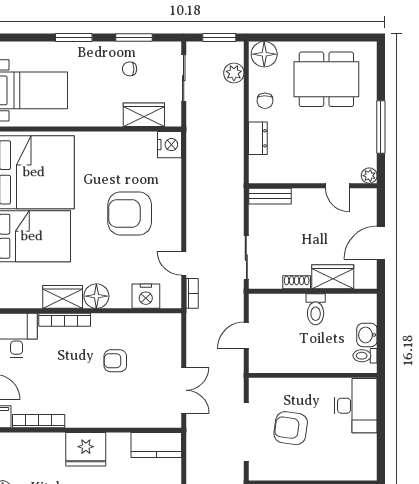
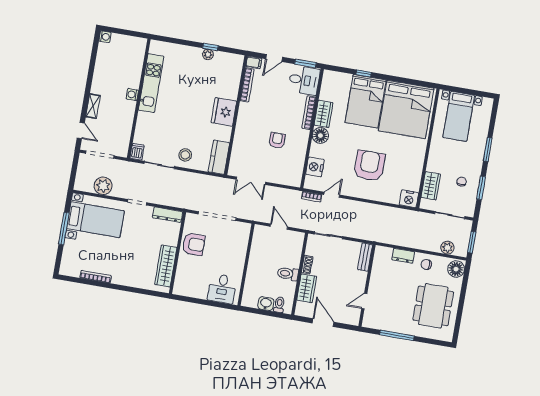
plant: (369, 176) -> (367, 323), removed
toilet: (365, 356) -> (279, 305), moved
desk: (356, 406) -> (222, 289), width x0.73
armchair: (291, 428) -> (194, 244), moved, turned 82

